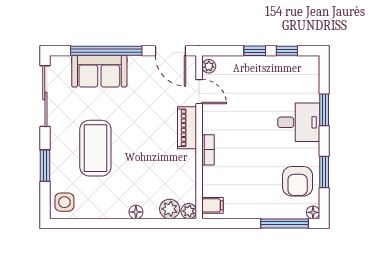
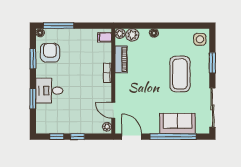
piano: (187, 128) -> (121, 59), moved

